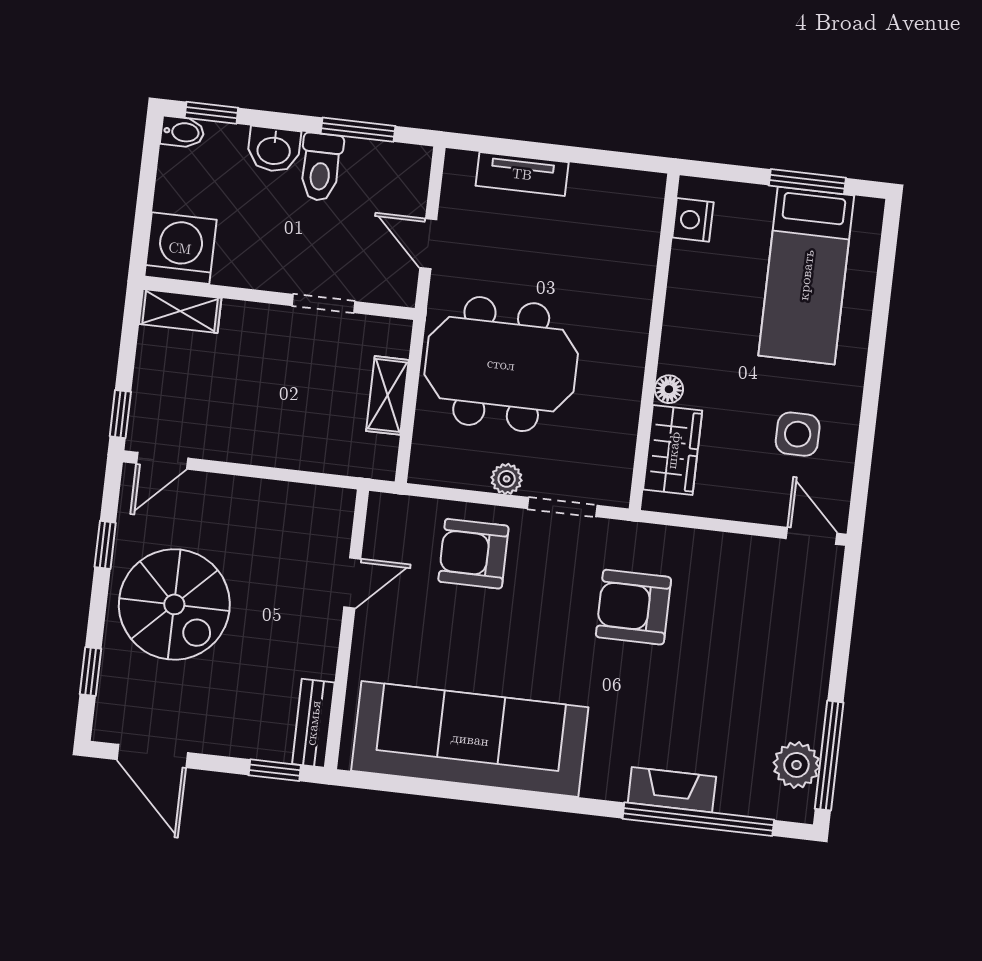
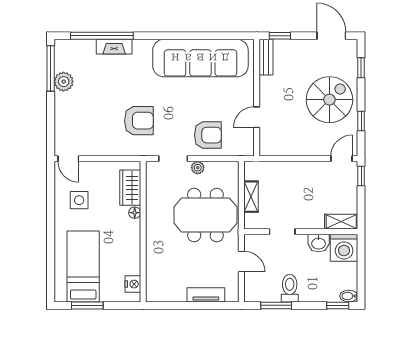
washbasin: (274, 150) -> (319, 243), moved, turned 180
spiral stairs: (174, 604) -> (329, 100), turned 90
plant: (796, 765) -> (64, 82), moved

